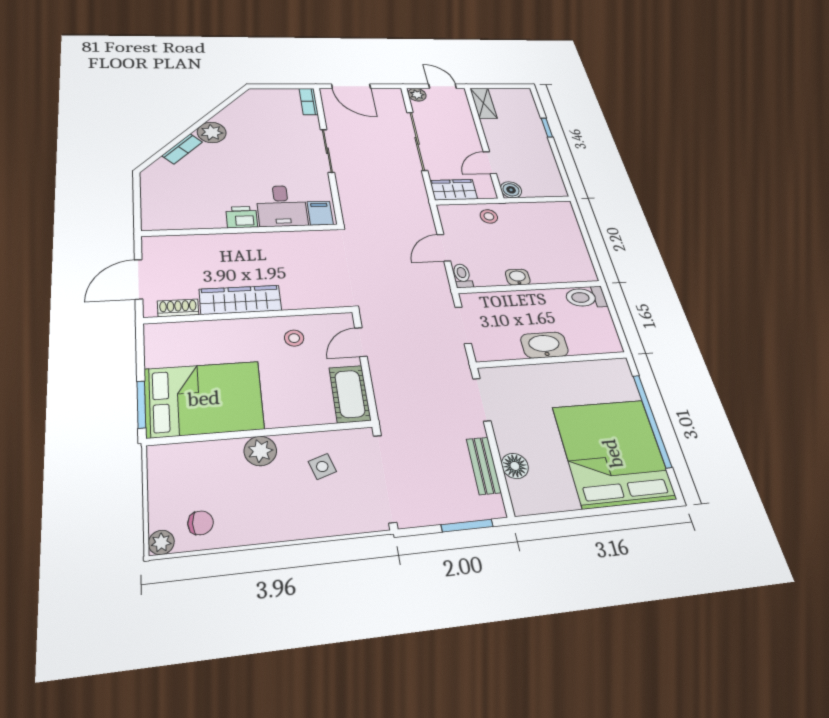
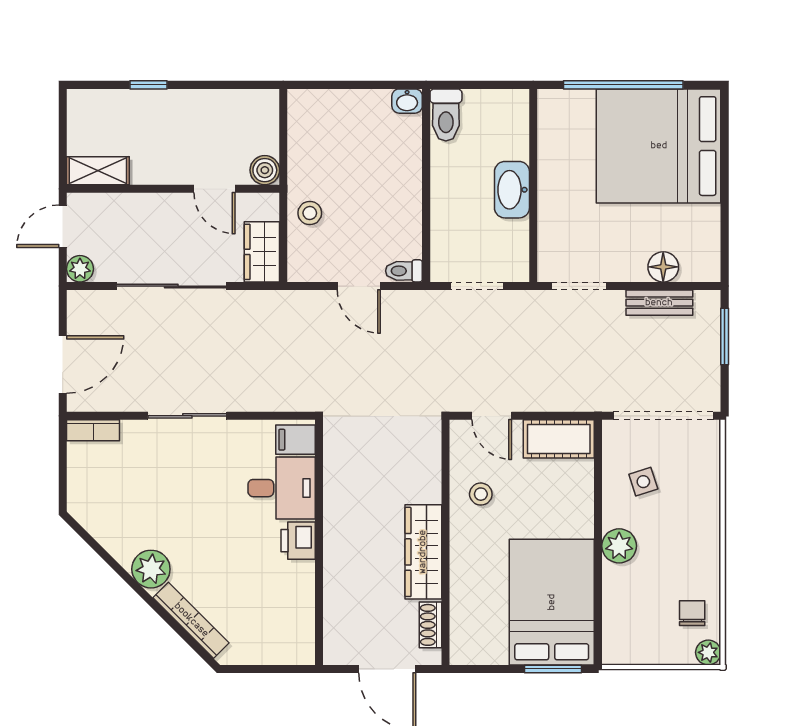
bookcase: (182, 149) -> (191, 620), width x1.56
washbasin: (518, 277) -> (407, 101), moved, turned -90

